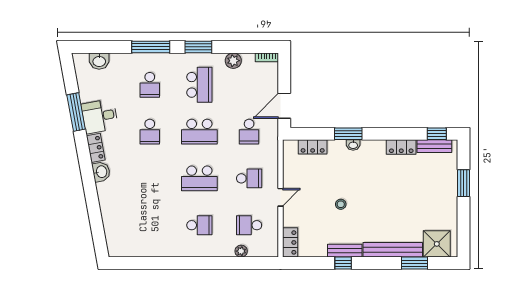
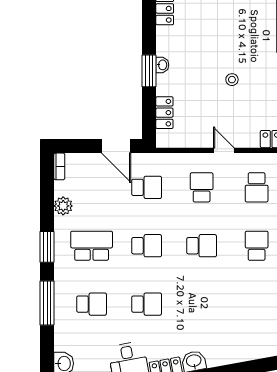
school desk: (199, 132) -> (147, 246), width x0.54
school desk: (199, 178) -> (202, 246), width x0.54

